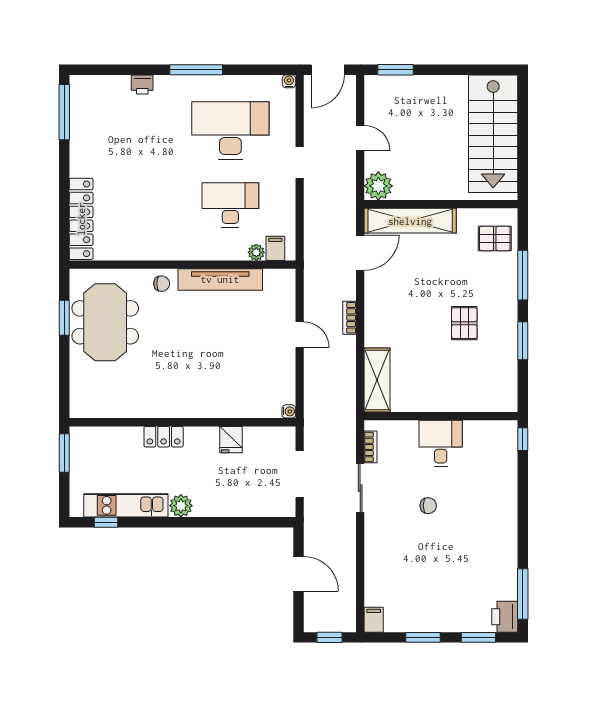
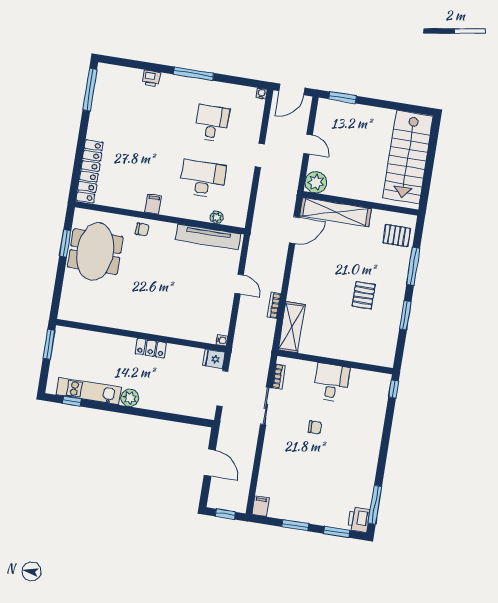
desk: (230, 130) -> (212, 123), width x0.53, depth x0.77
filing cabinet: (275, 248) -> (153, 204), moved
tv unit: (220, 279) -> (208, 237), moved
bookcase: (349, 318) -> (274, 305), moved
locker: (164, 437) -> (151, 348), moved
fridge: (231, 440) -> (214, 359), moved, turned 90

